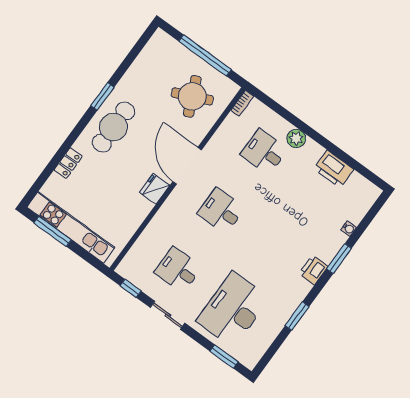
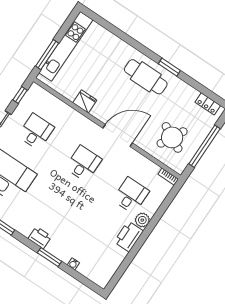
round table: (192, 96) -> (172, 137), turned -38
locker: (68, 163) -> (208, 104), moved
printer: (334, 169) -> (129, 237), moved
fridge: (155, 189) -> (85, 102), moved
window: (53, 231) -> (47, 55), moved

